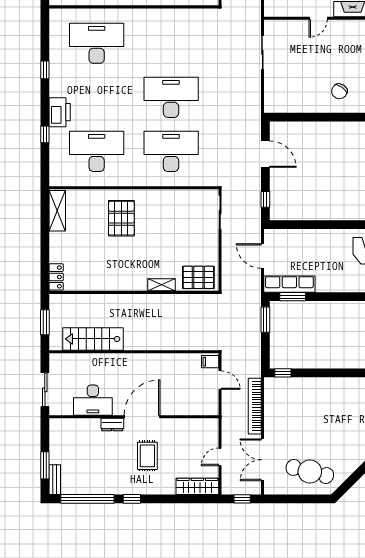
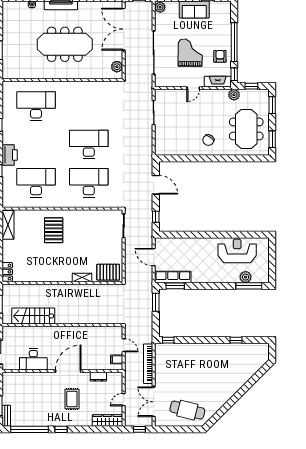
filing cabinet: (210, 362) -> (117, 359), moved
dresser: (112, 425) -> (98, 377), moved

